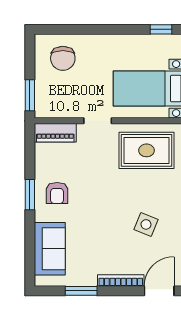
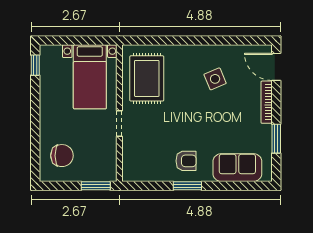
piano: (55, 133) -> (130, 162), removed
side table: (146, 224) -> (215, 79), turned 45

